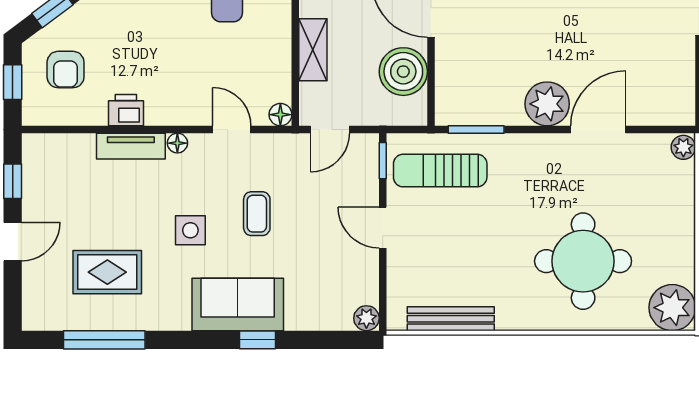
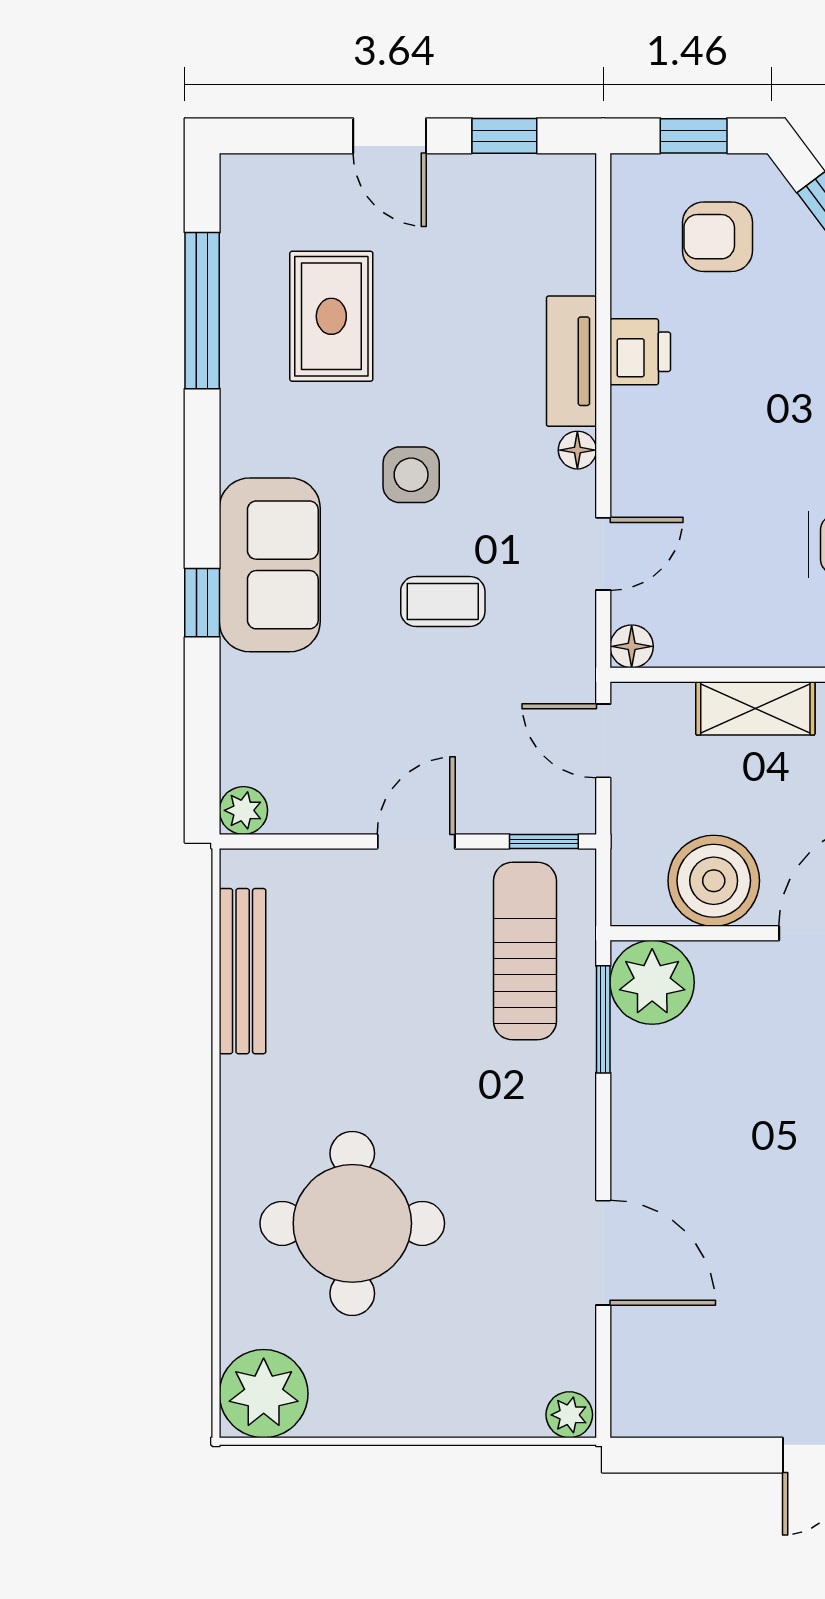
plant: (547, 104) -> (652, 982), moved

